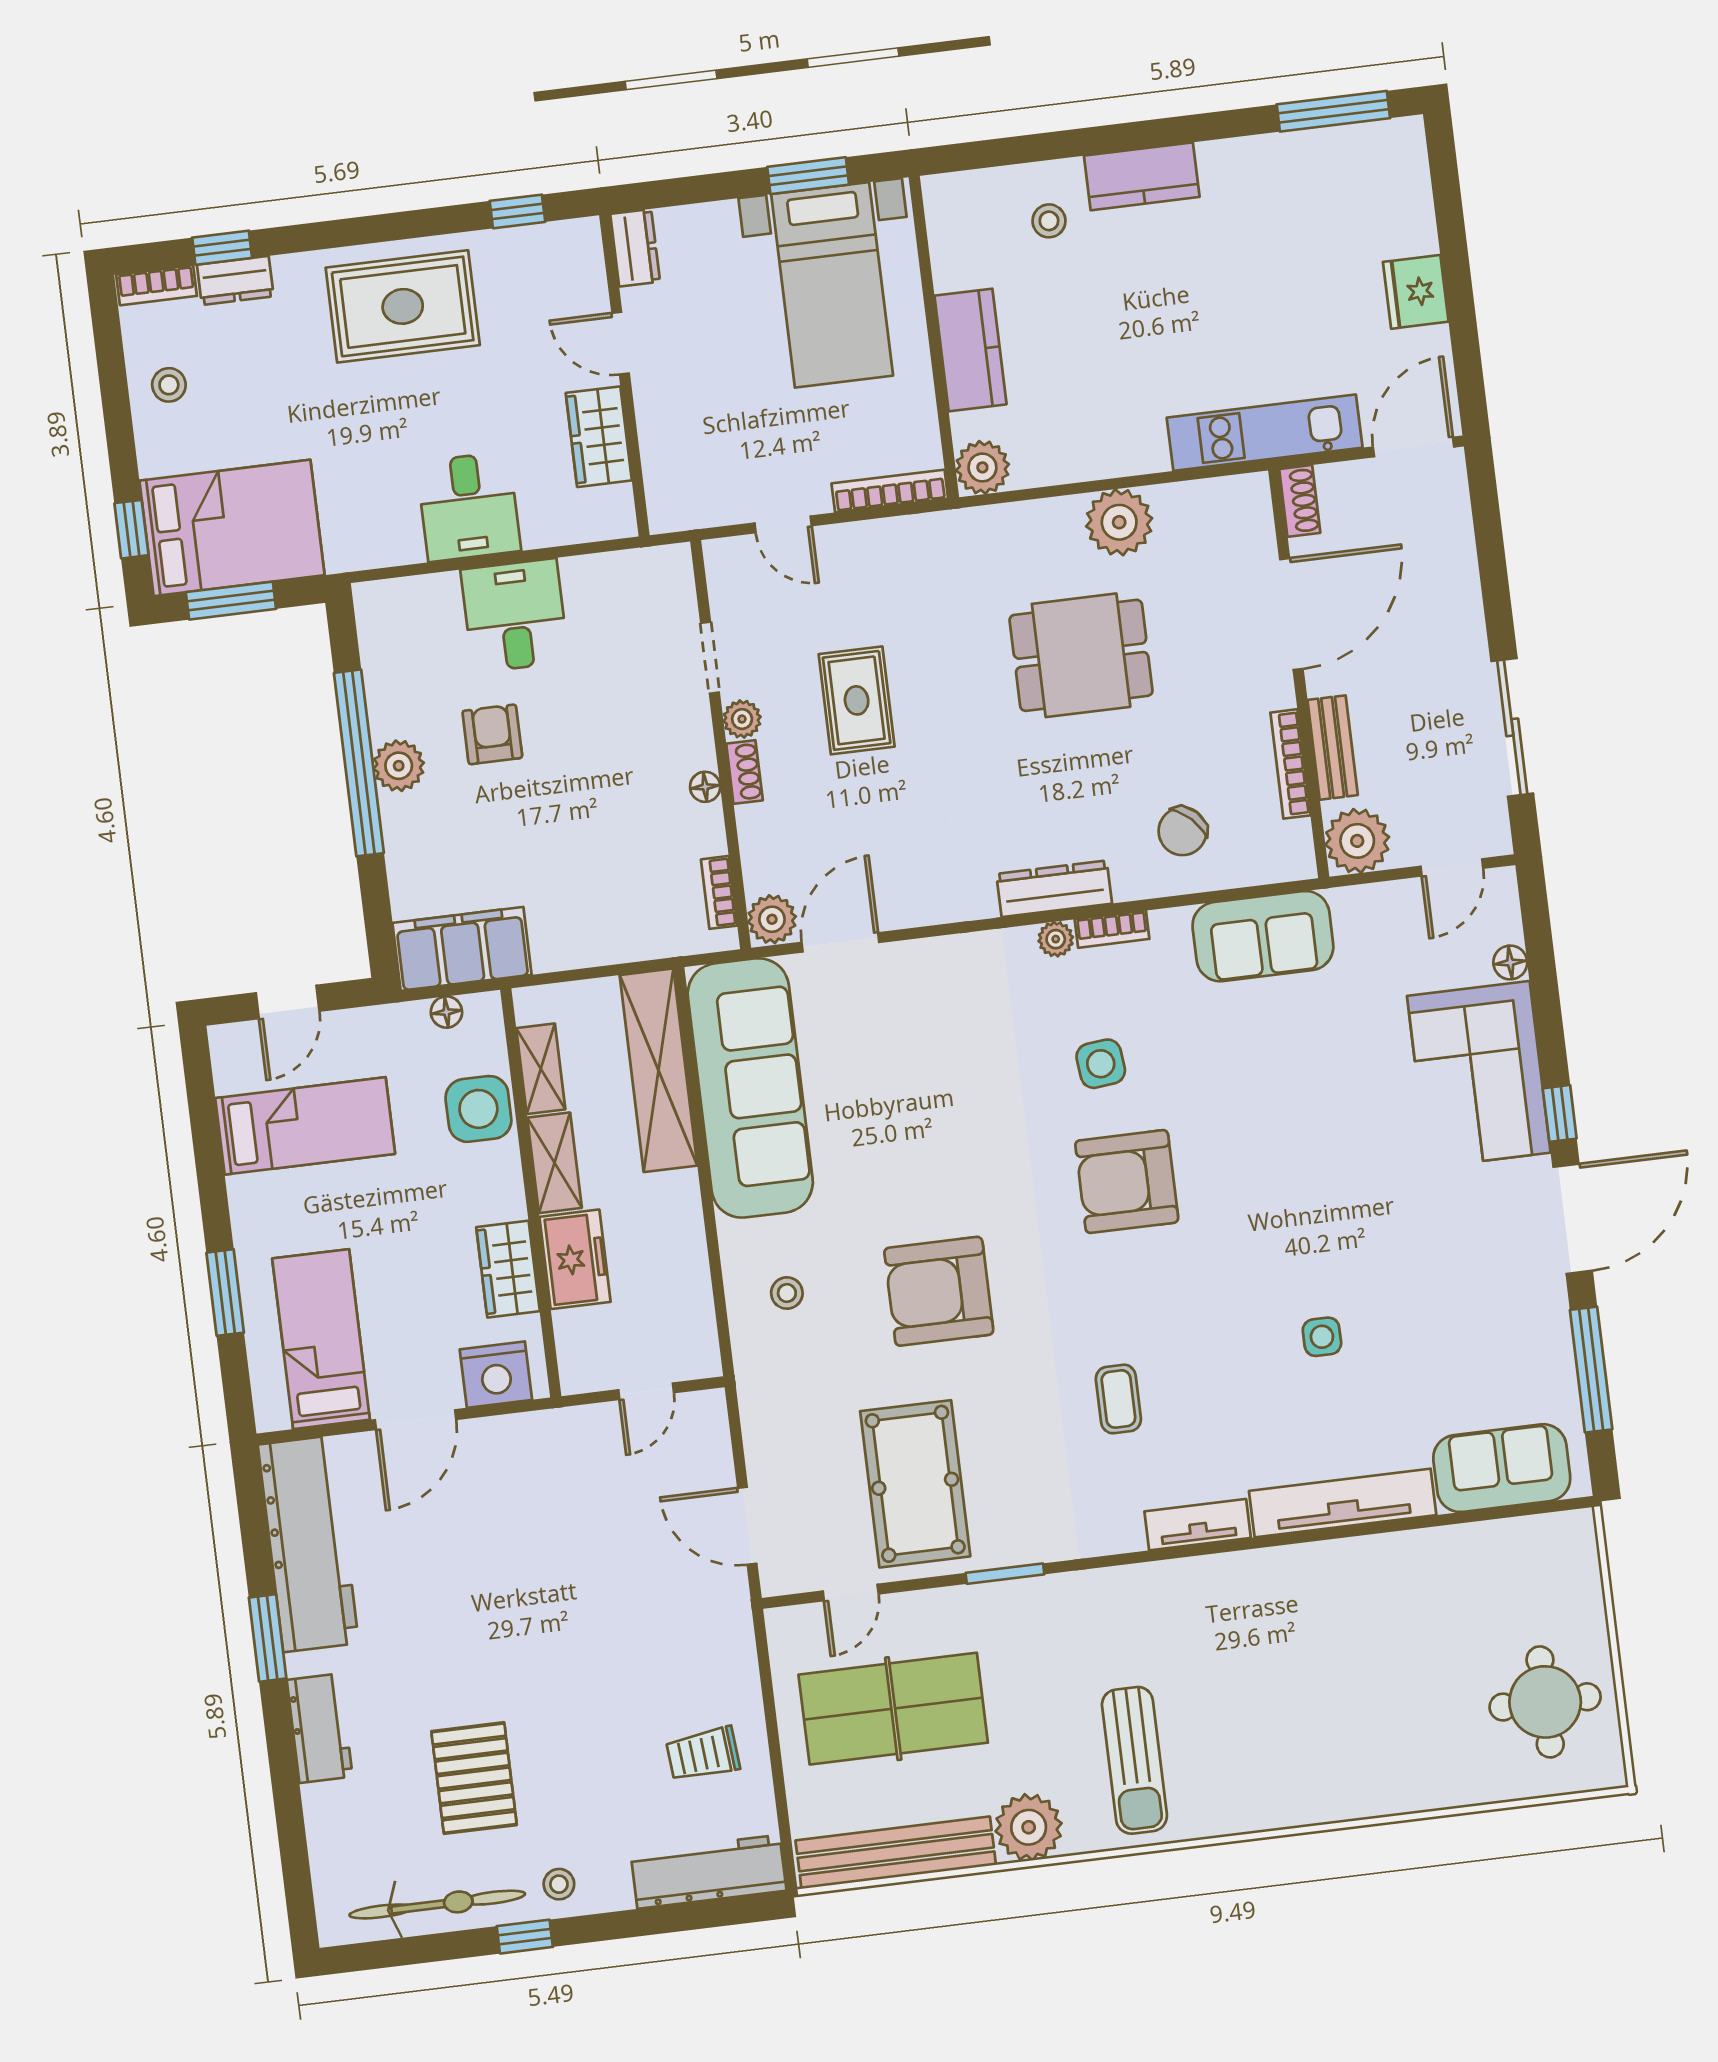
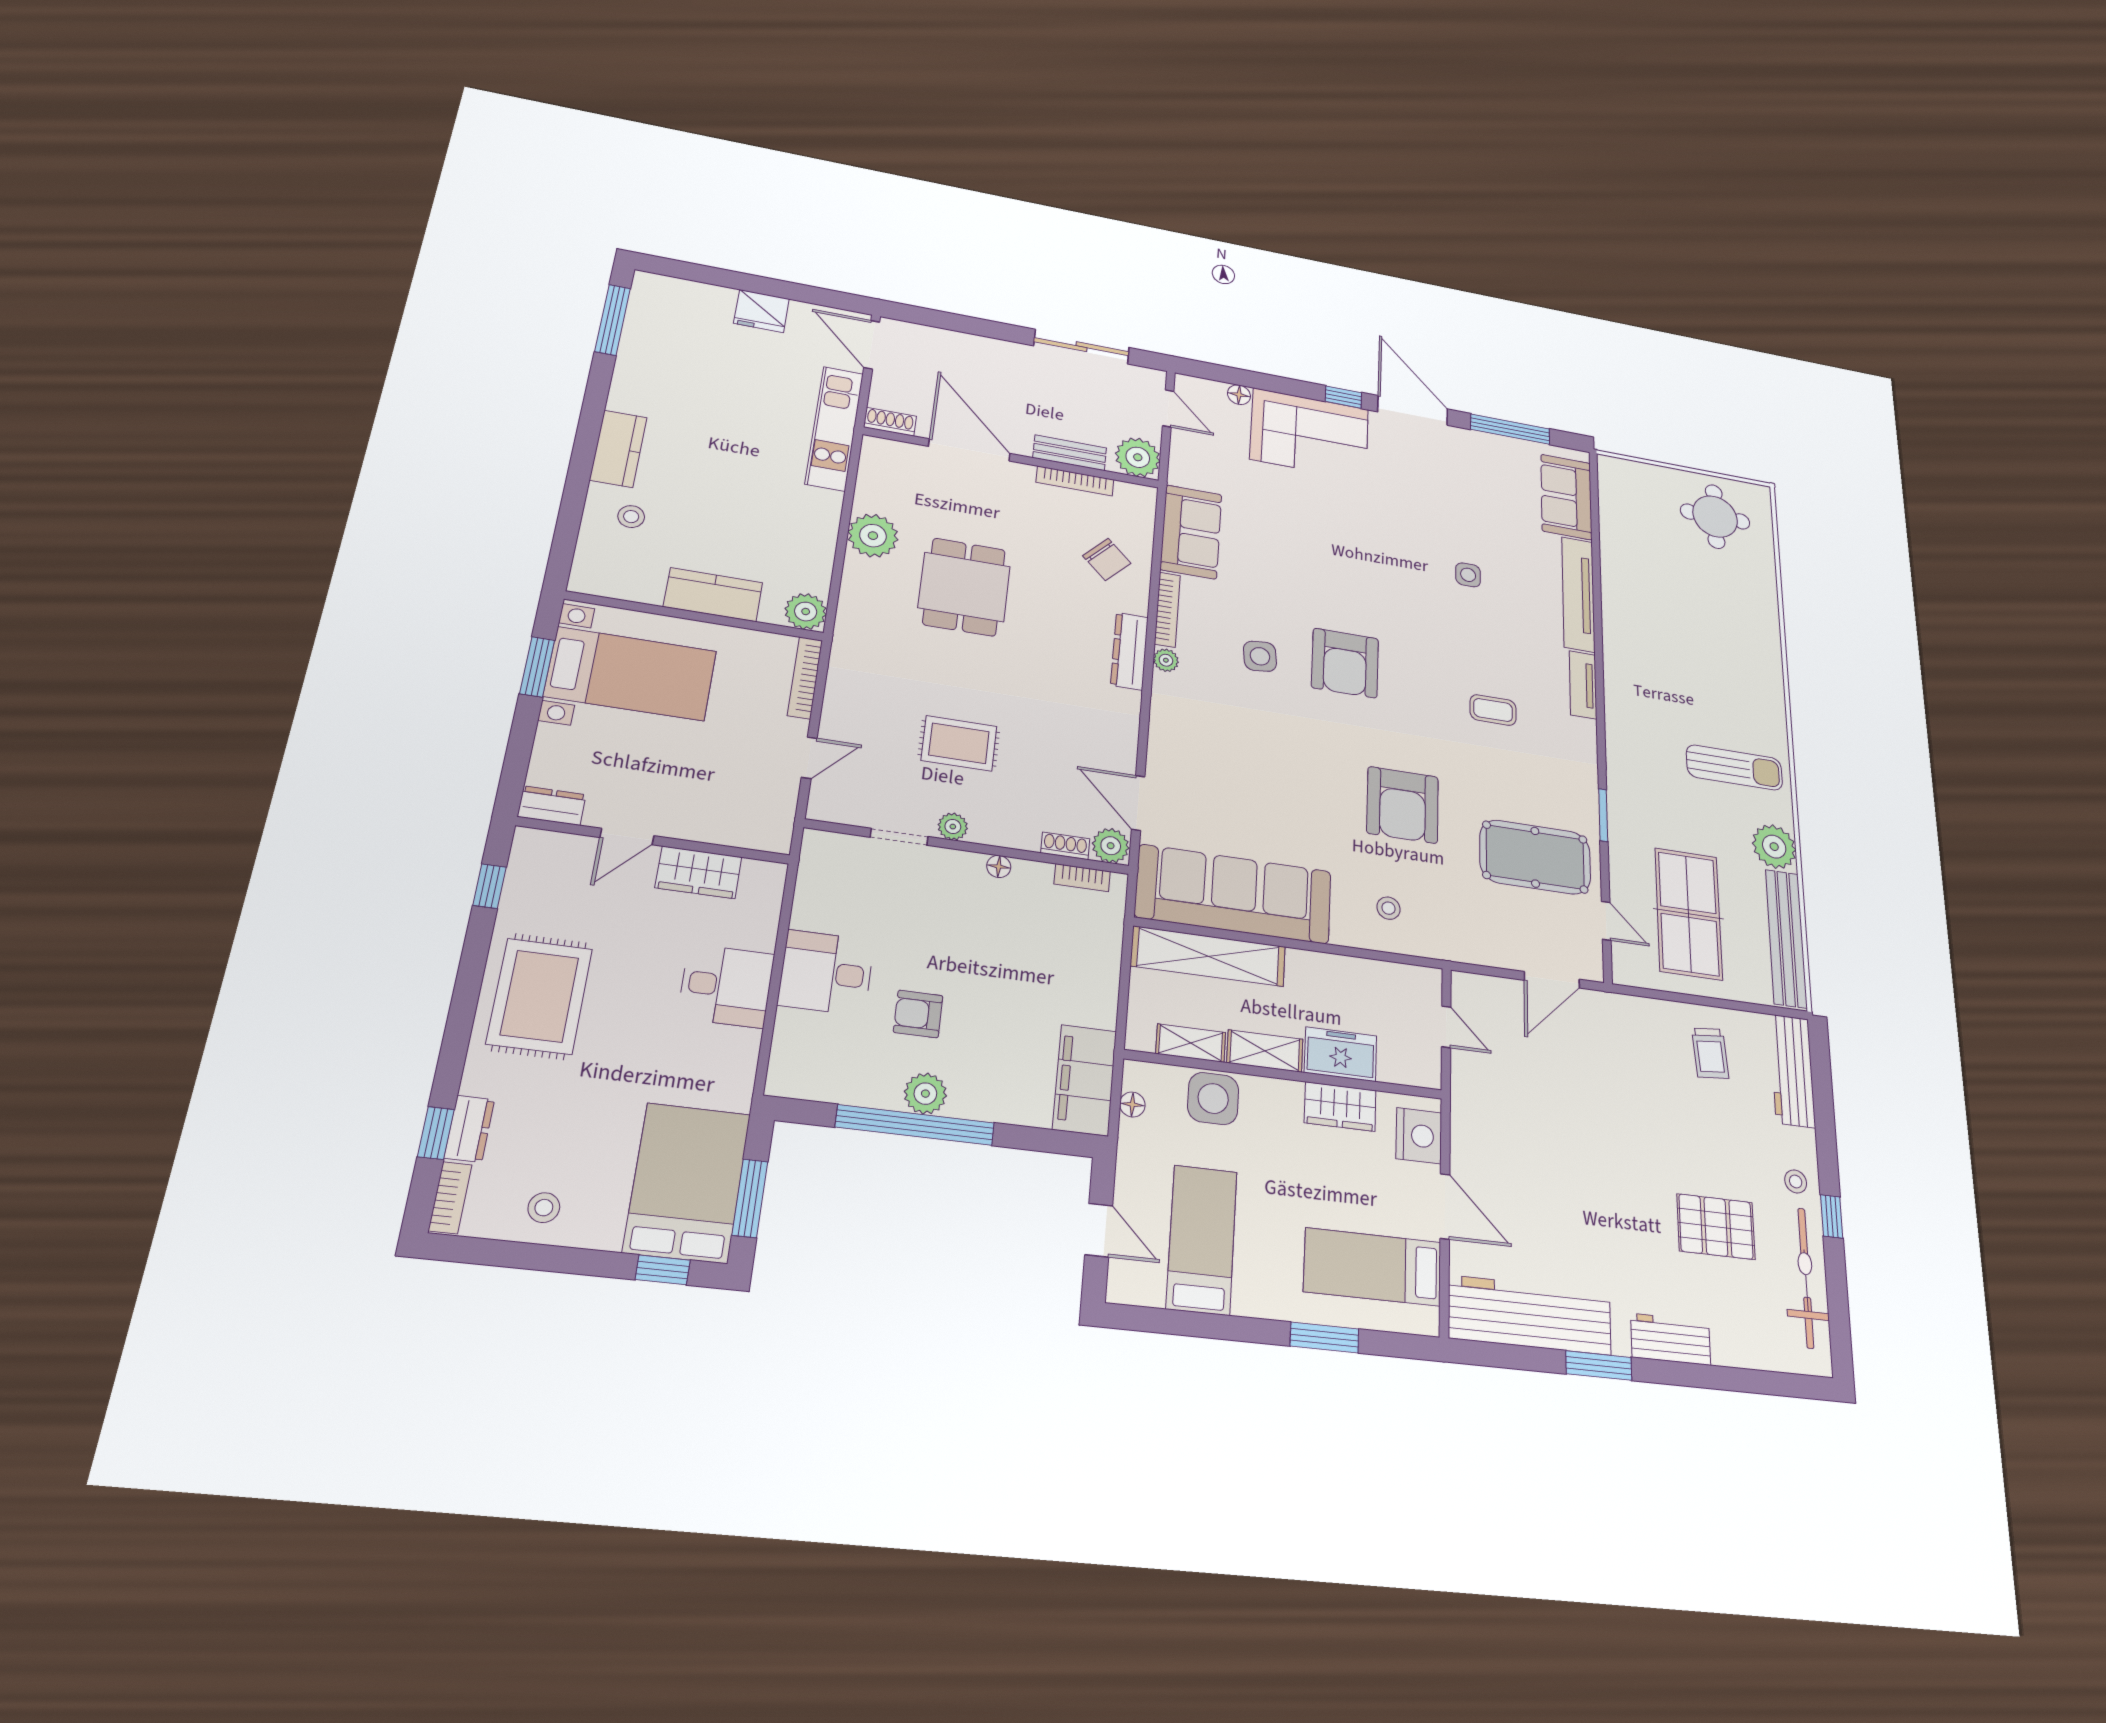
shoe rack: (744, 772) -> (1065, 846), moved
bookcase: (1112, 929) -> (1167, 610), width x1.56

